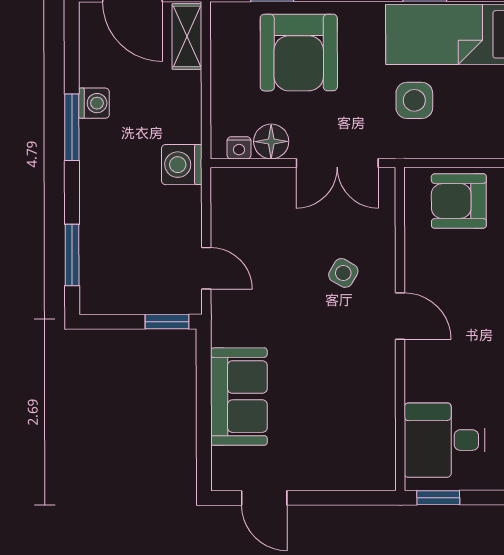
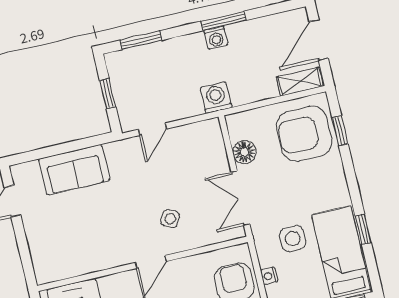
armchair: (299, 53) -> (304, 134), moved
washing machine: (94, 103) -> (216, 38), moved
nightstand: (239, 148) -> (269, 276), moved
window: (167, 322) -> (108, 94), moved

